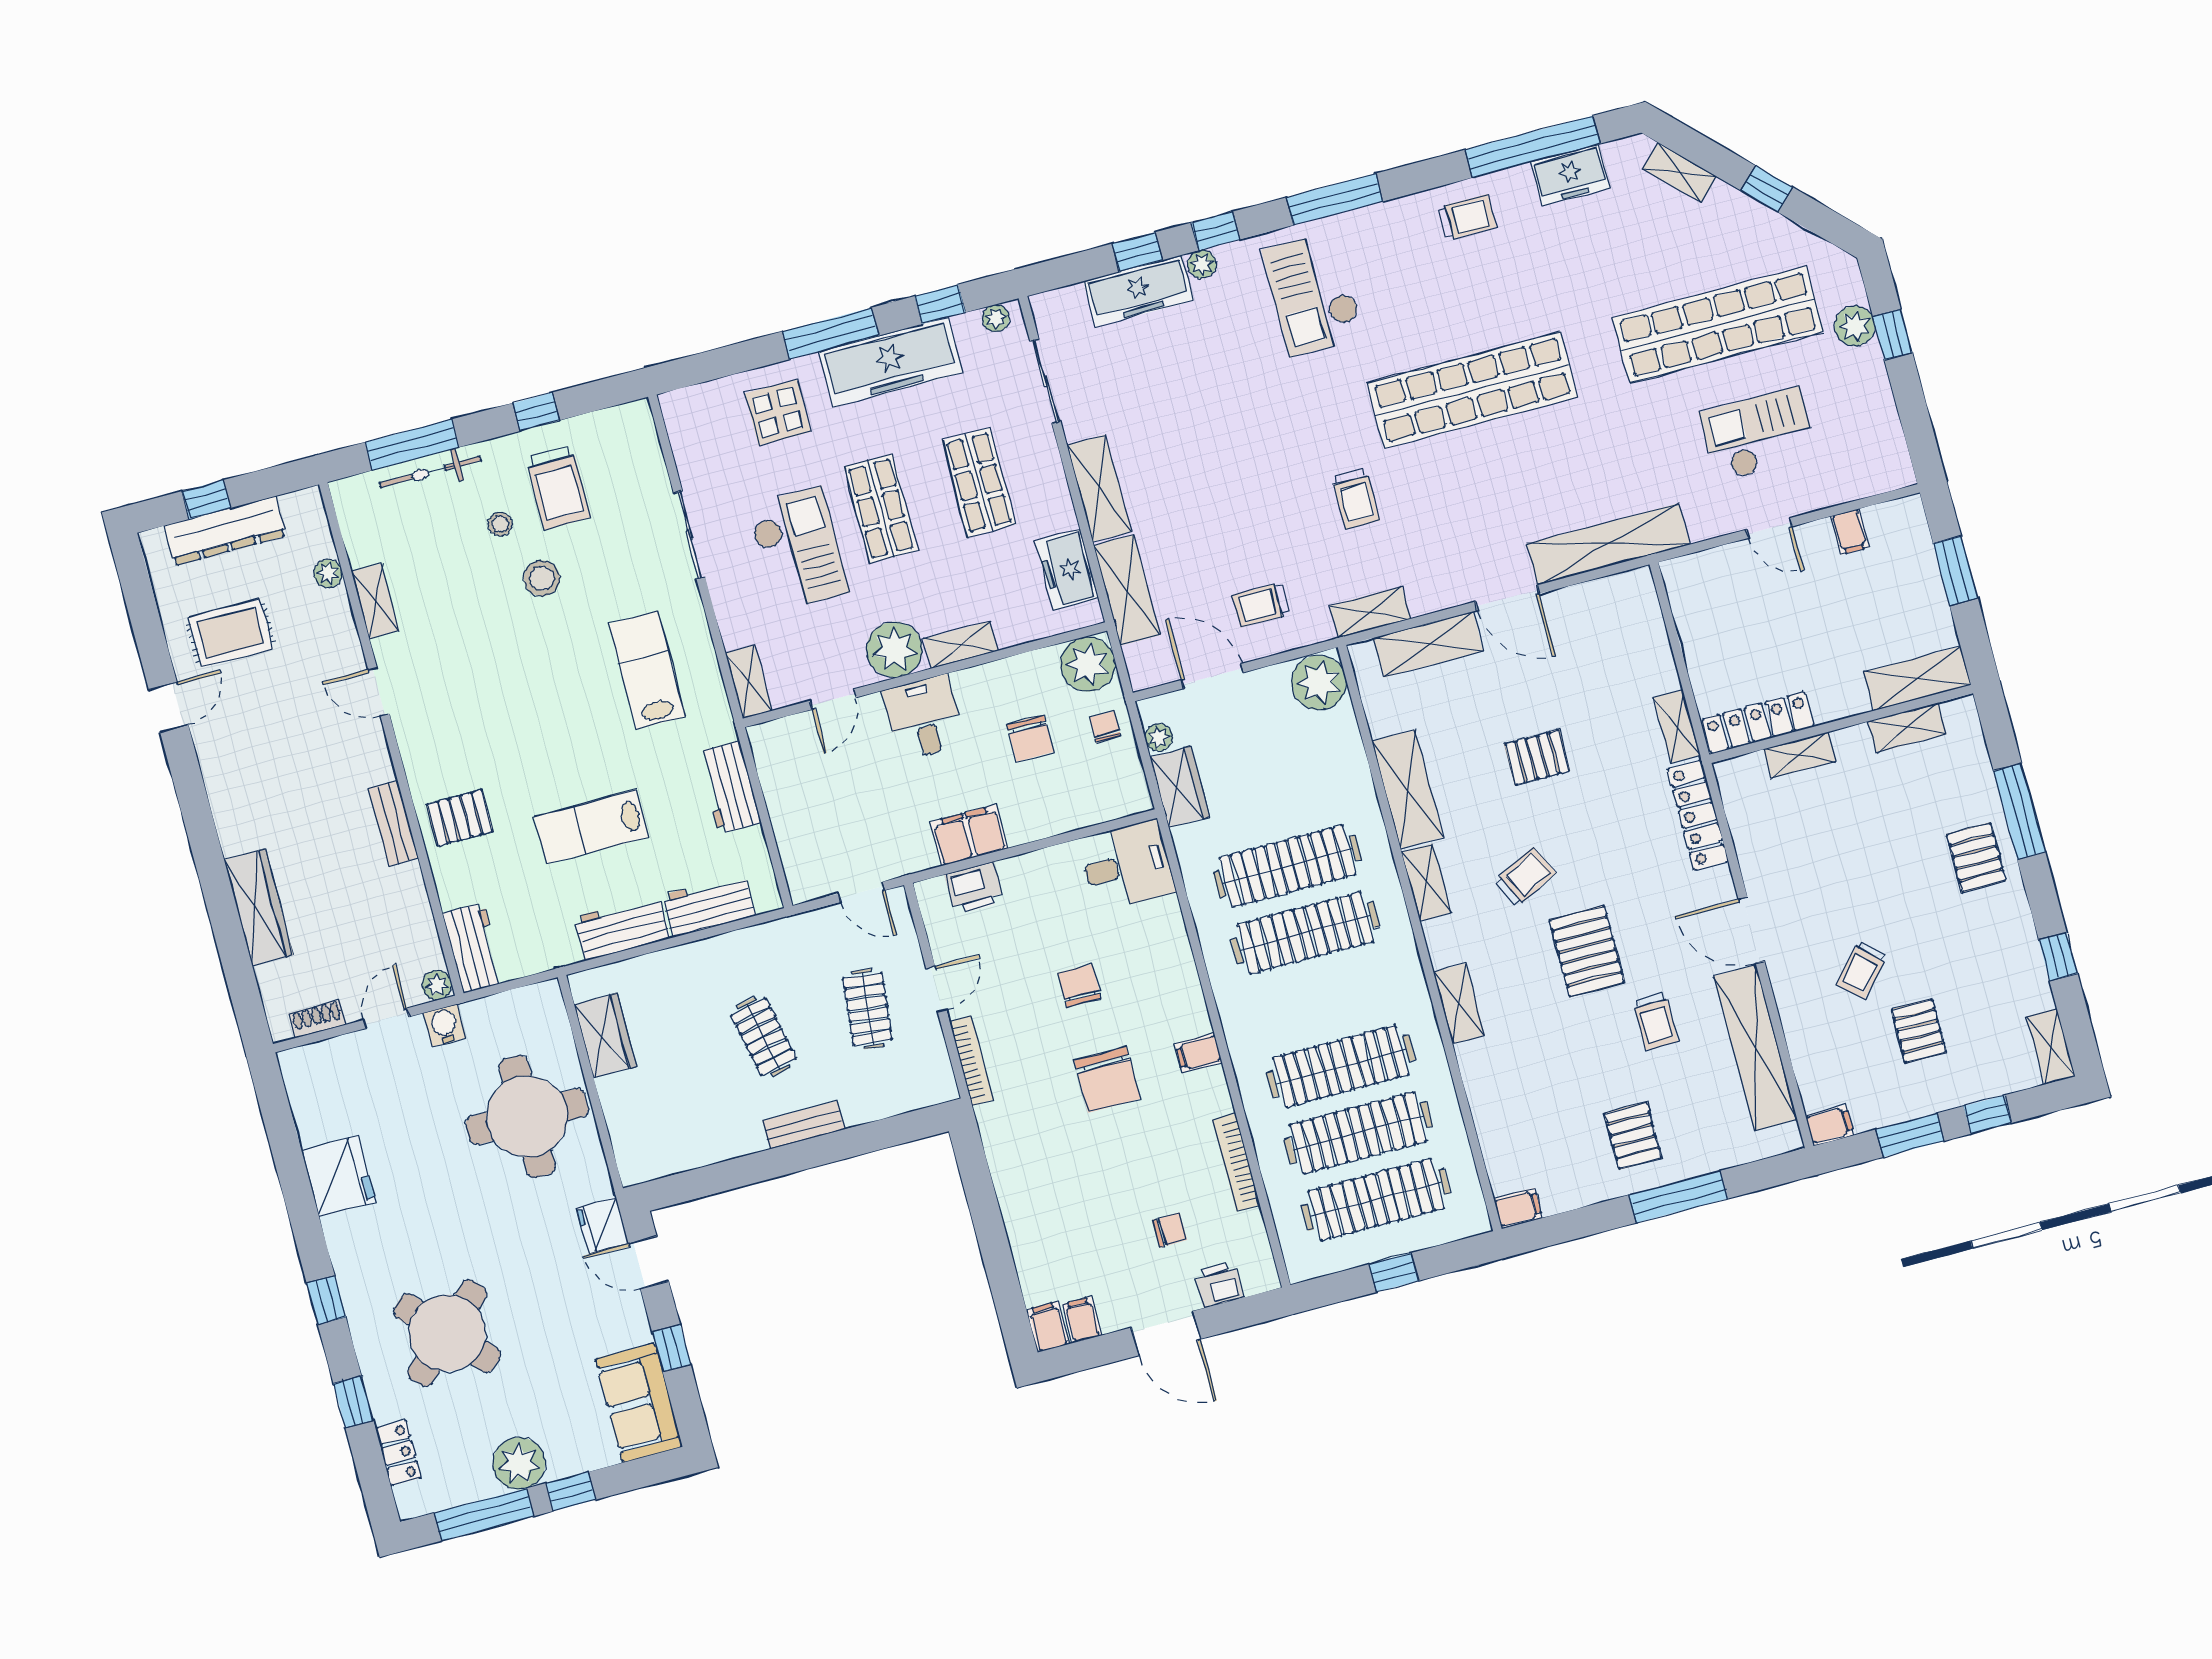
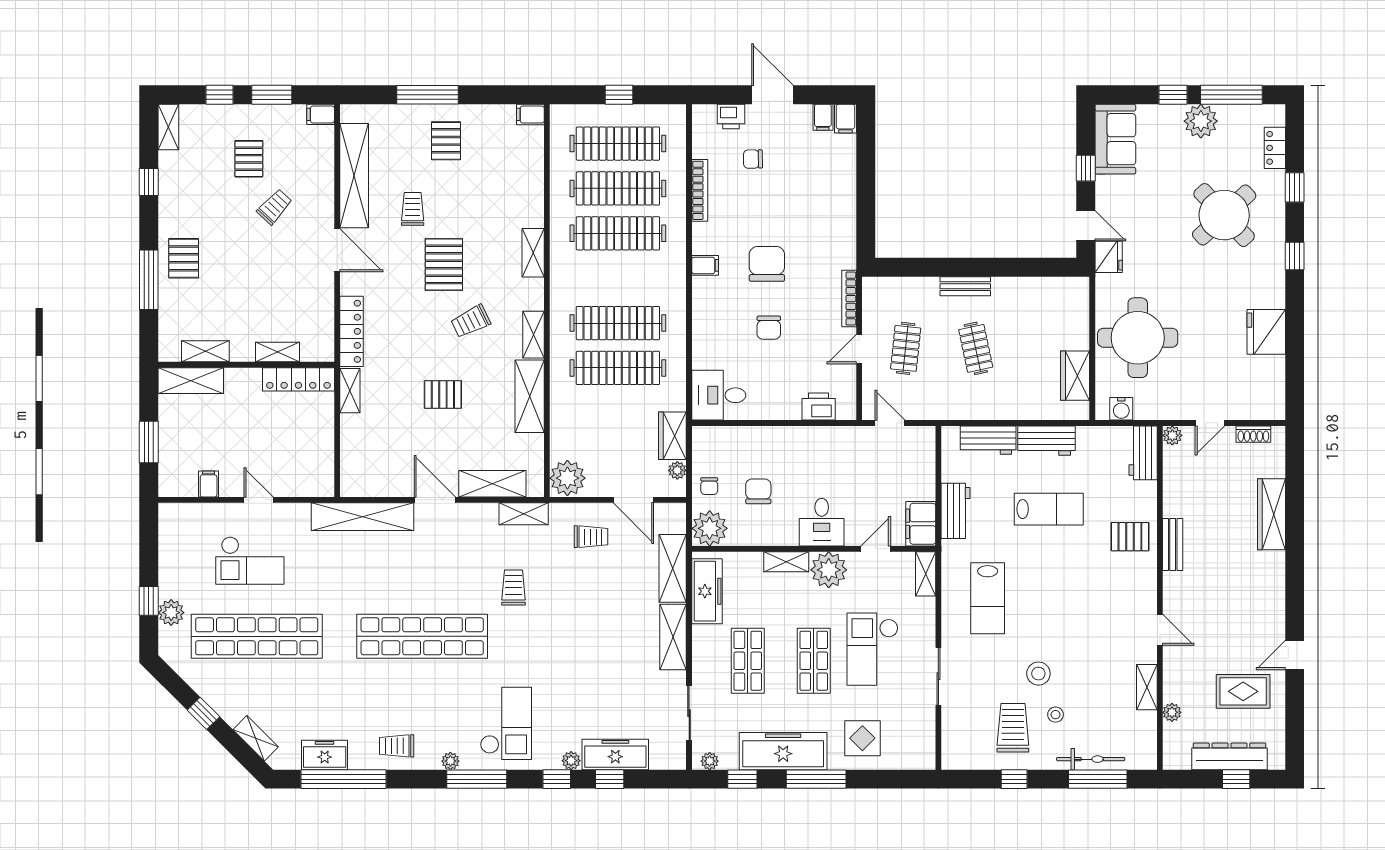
plant: (1381, 216) -> (450, 761), added
freezer: (1067, 570) -> (707, 591), width x1.40
filing cabinet: (969, 835) -> (921, 524), moved, turned 90
water cooler: (444, 1025) -> (1121, 409), moved

